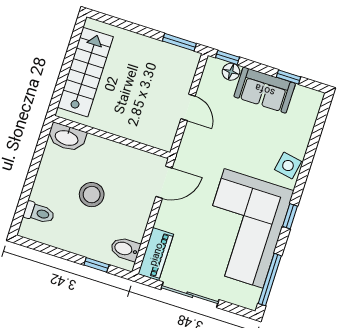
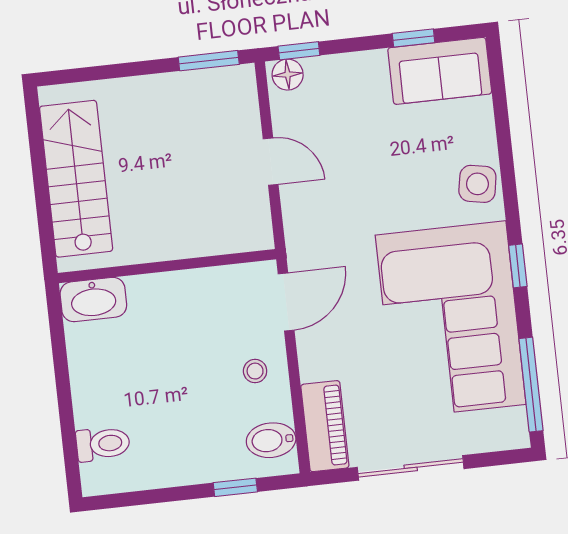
floor lamp: (231, 72) -> (288, 75), moved
sofa: (265, 90) -> (440, 71), moved
stool: (92, 195) -> (255, 371), moved, width x0.53, depth x0.53

